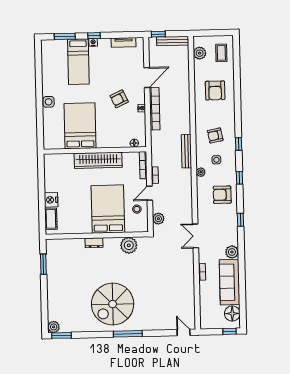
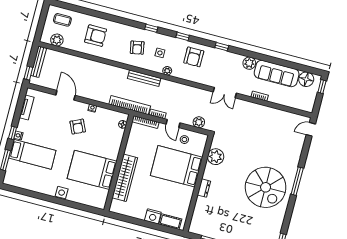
bookcase: (155, 109) -> (130, 105), moved
wardrobe: (98, 160) -> (125, 178), moved

